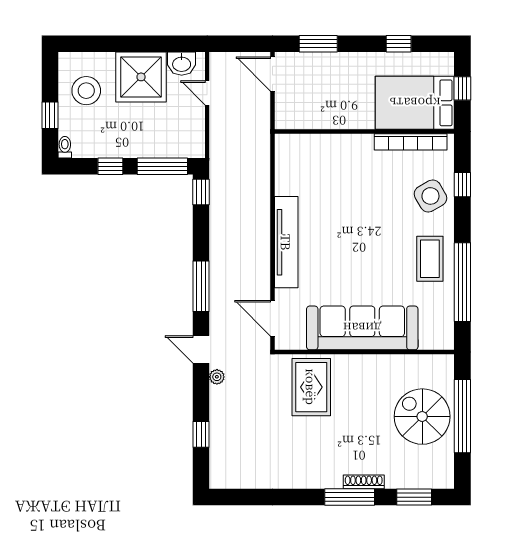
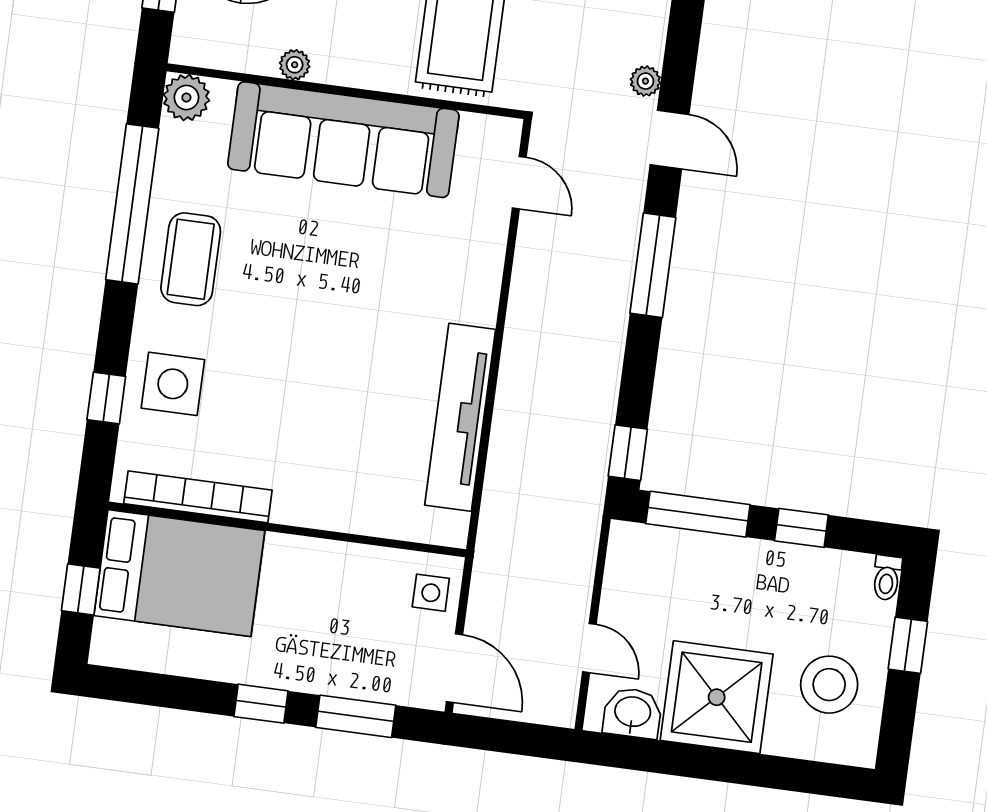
window: (399, 44) -> (261, 704), moved
side table: (289, 110) -> (431, 593), added
side table: (430, 196) -> (173, 384), turned 30
tv unit: (286, 242) -> (460, 417), moved
door: (273, 318) -> (519, 183), width x0.73
plant: (443, 338) -> (186, 98), added
plant: (391, 362) -> (295, 65), added

